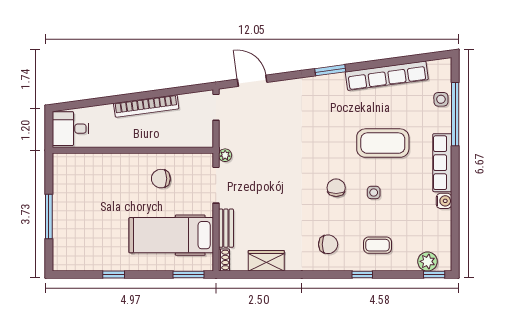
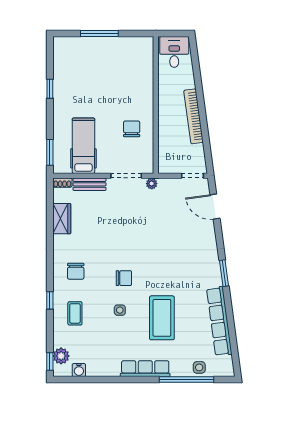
door: (252, 81) -> (215, 207), swing flipped
water cooler: (444, 201) -> (79, 370), moved
hospital bed: (171, 235) -> (83, 146), width x0.73, depth x0.78

